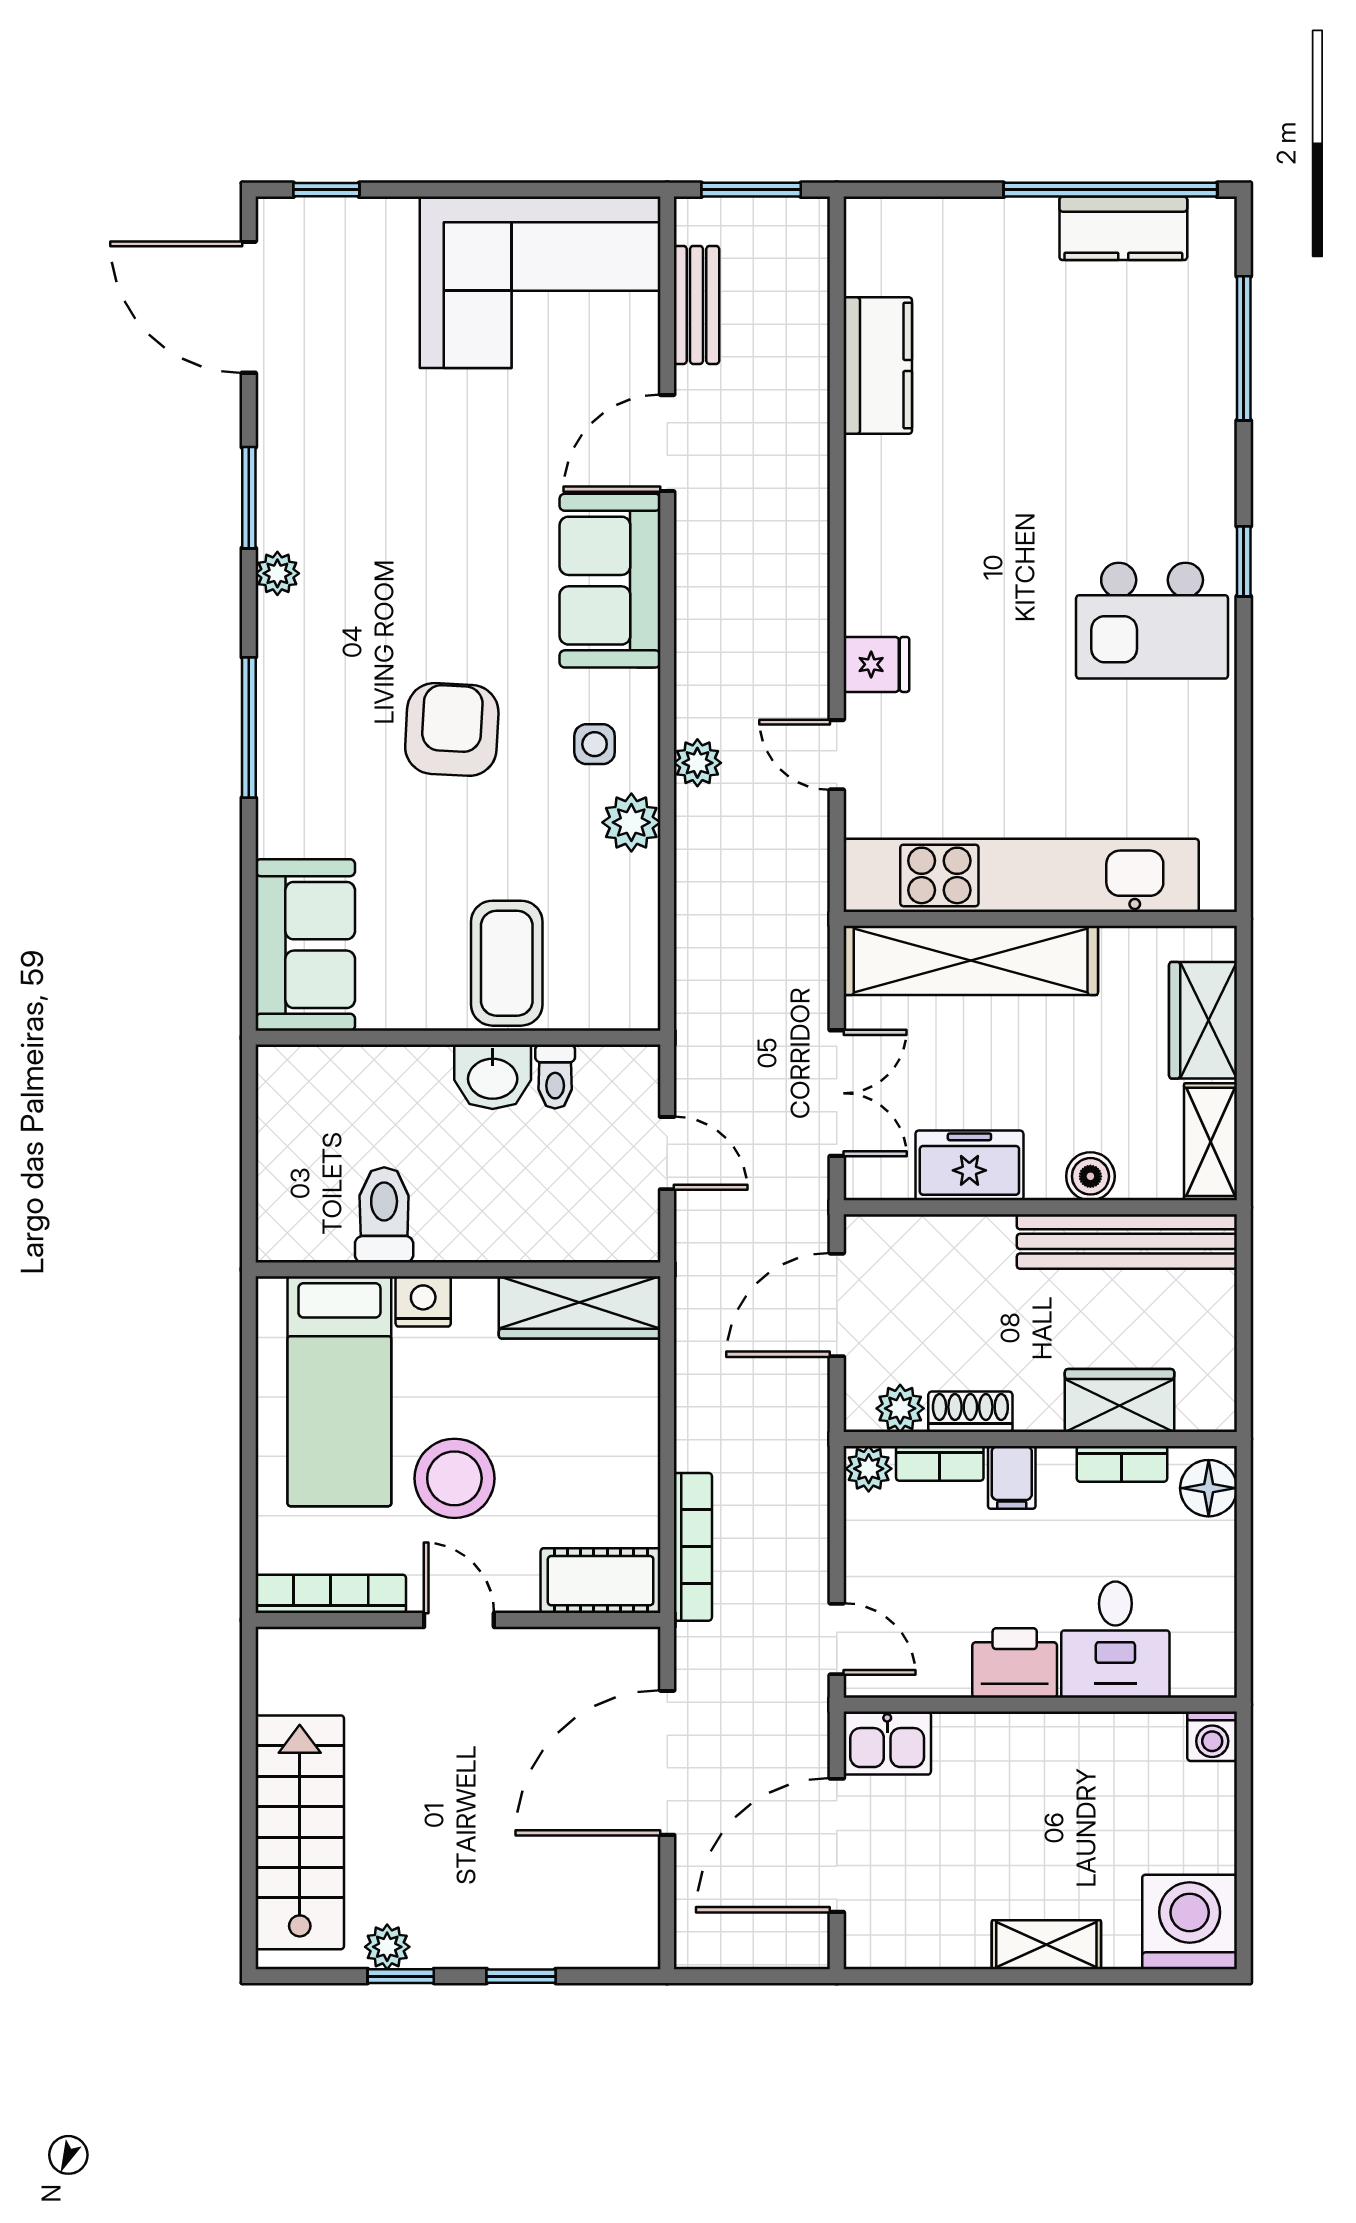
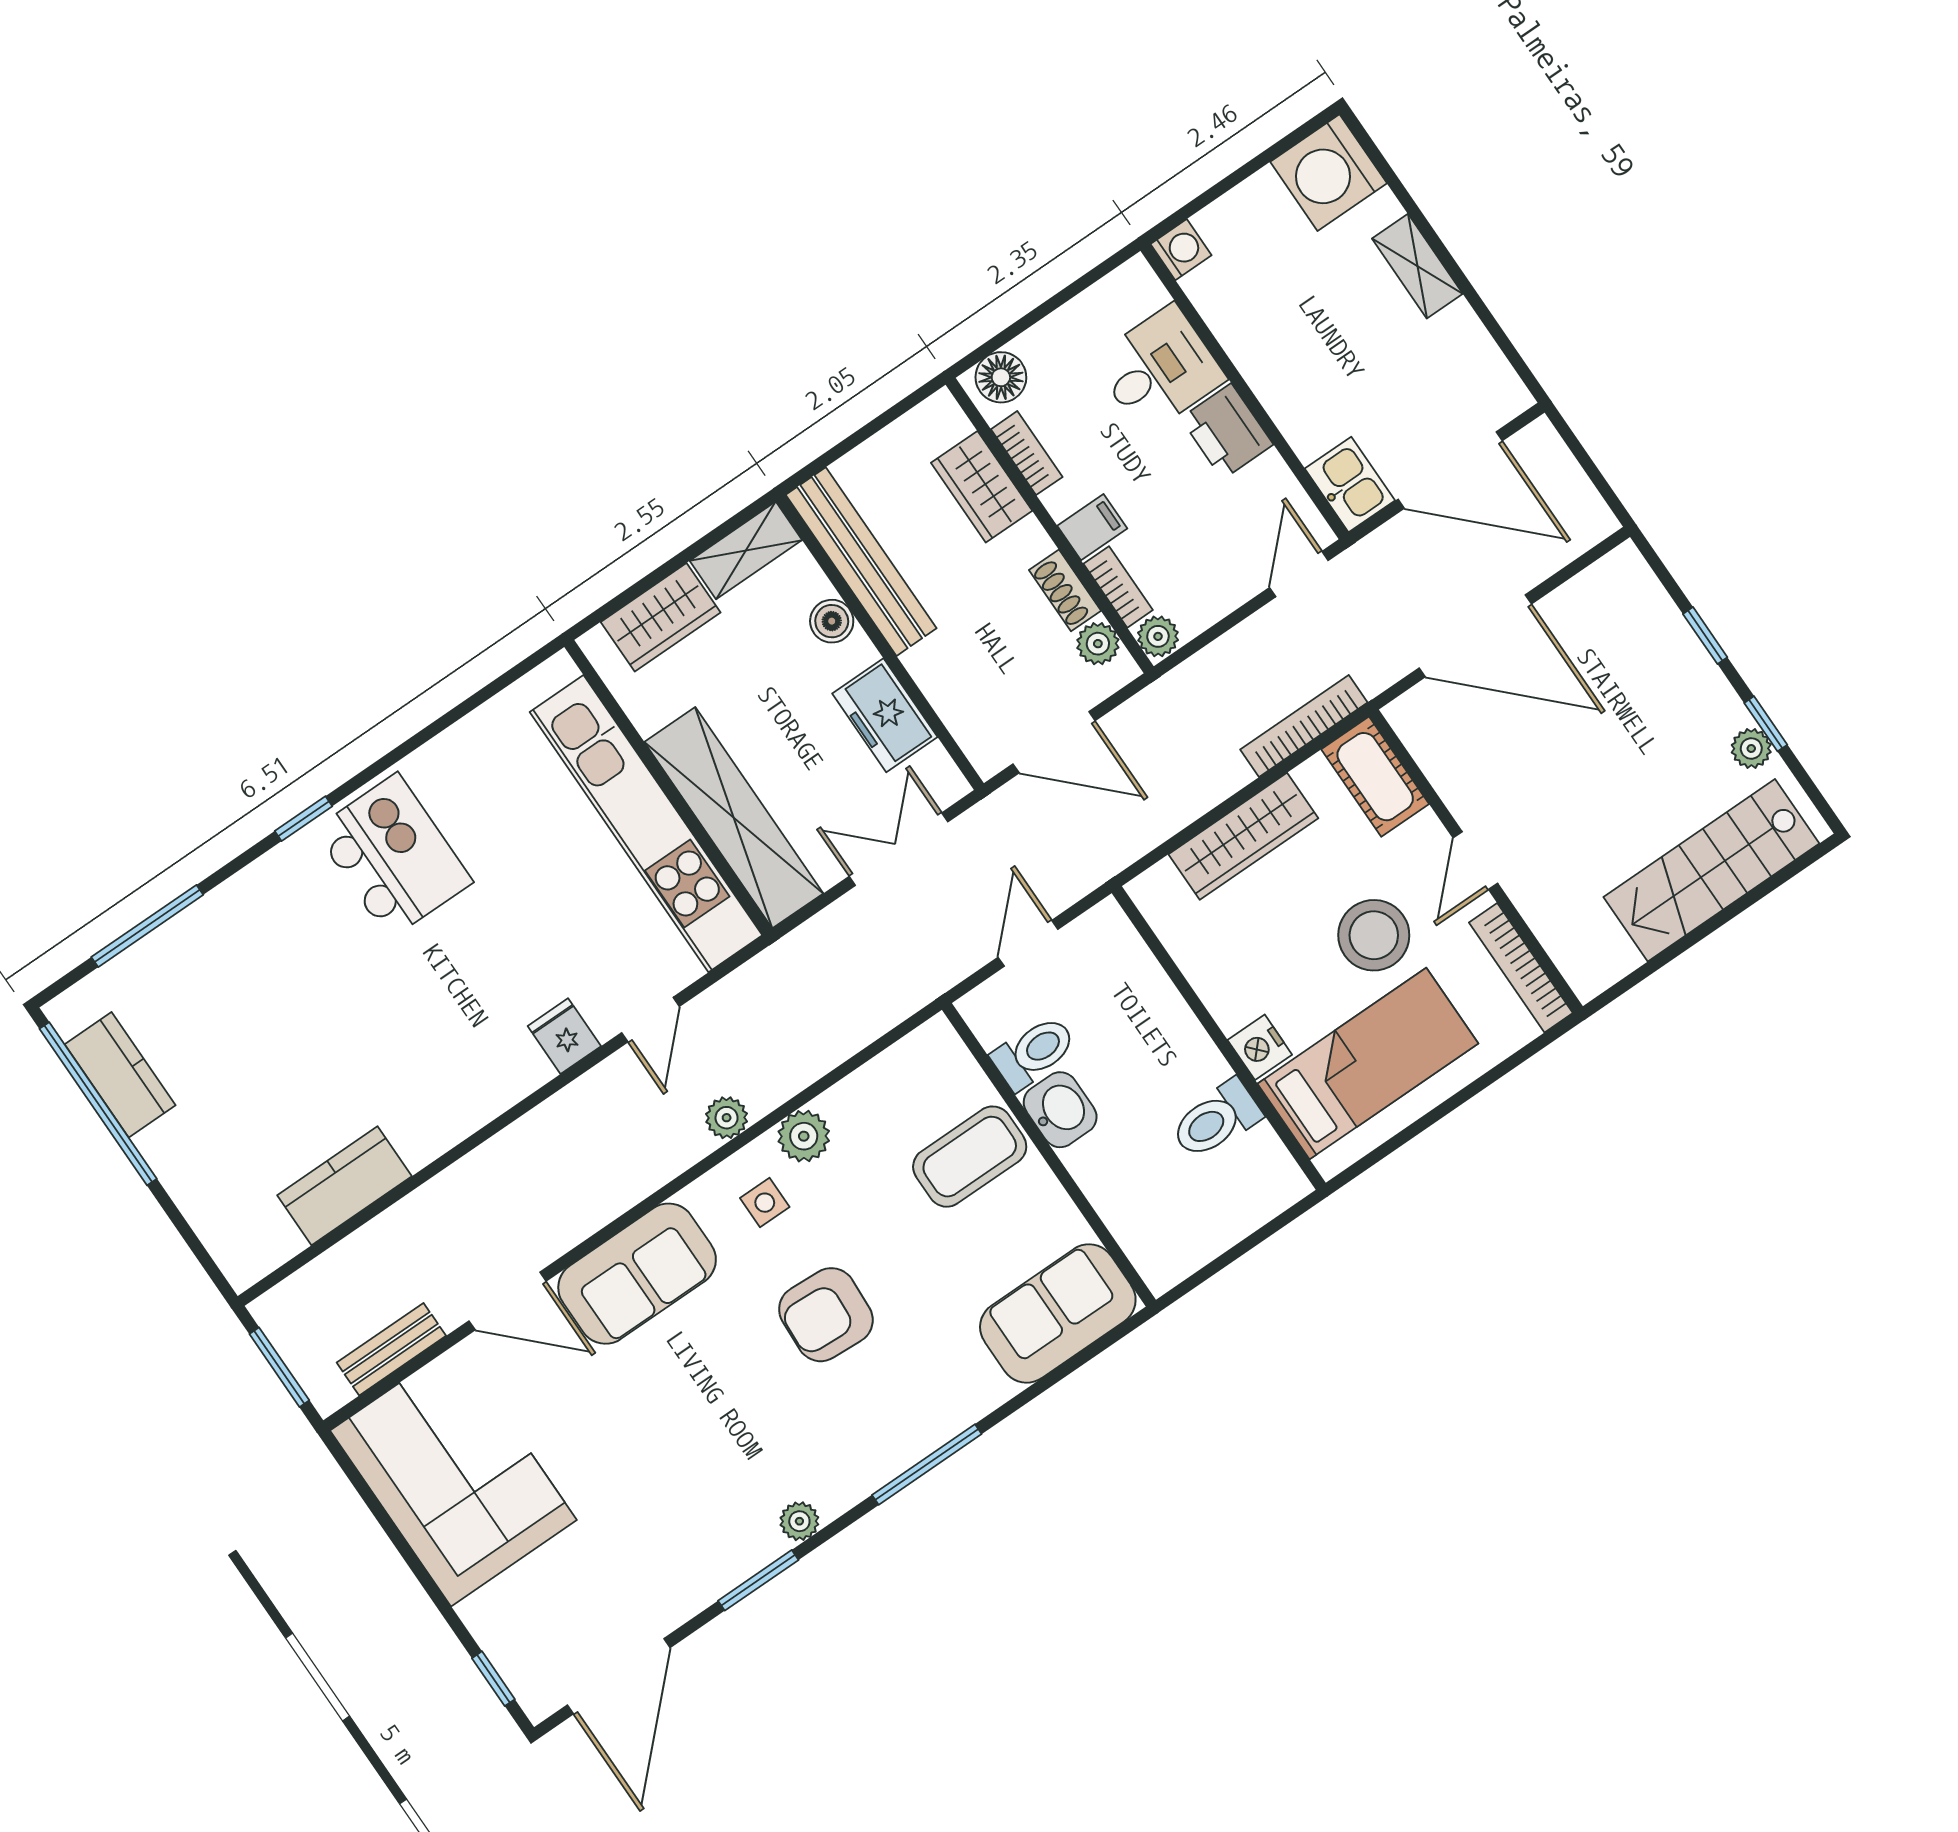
toilet: (555, 1077) -> (1034, 1052), width x1.37, depth x1.39
wardrobe: (580, 1307) -> (1243, 836), moved, turned 90

